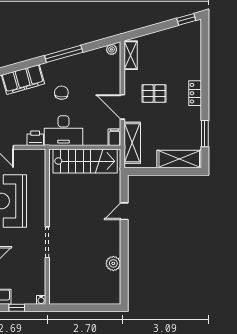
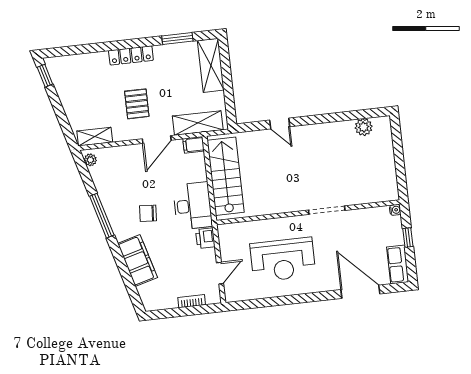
locker: (195, 93) -> (131, 55), width x1.53
plant: (113, 263) -> (364, 127), moved

